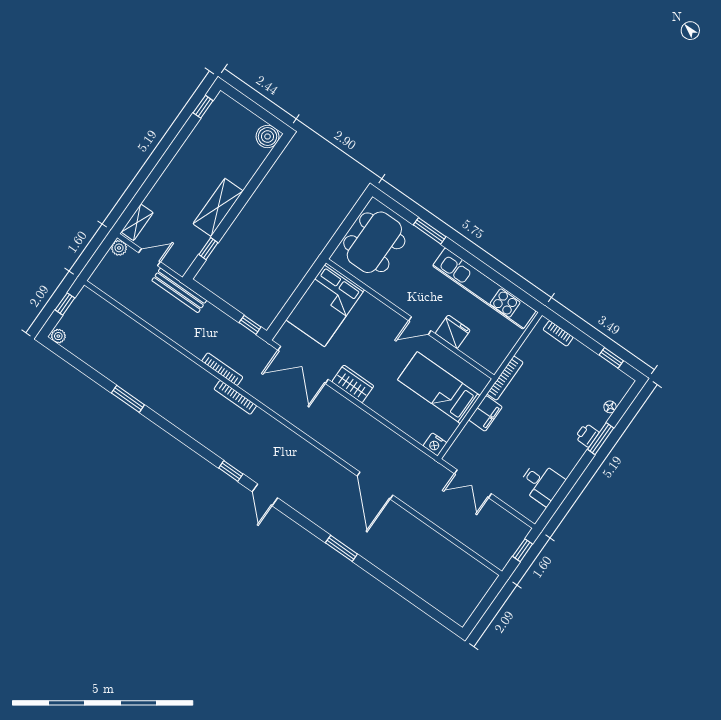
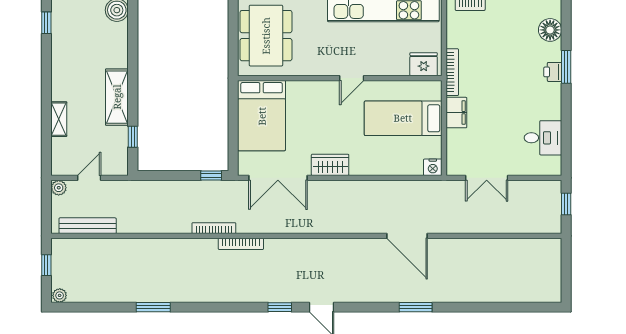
shelving: (137, 222) -> (59, 119), moved
bench: (179, 290) -> (88, 226), moved
fridge: (453, 332) -> (424, 64), moved
floor lamp: (610, 407) -> (550, 30), width x1.89, depth x1.89

